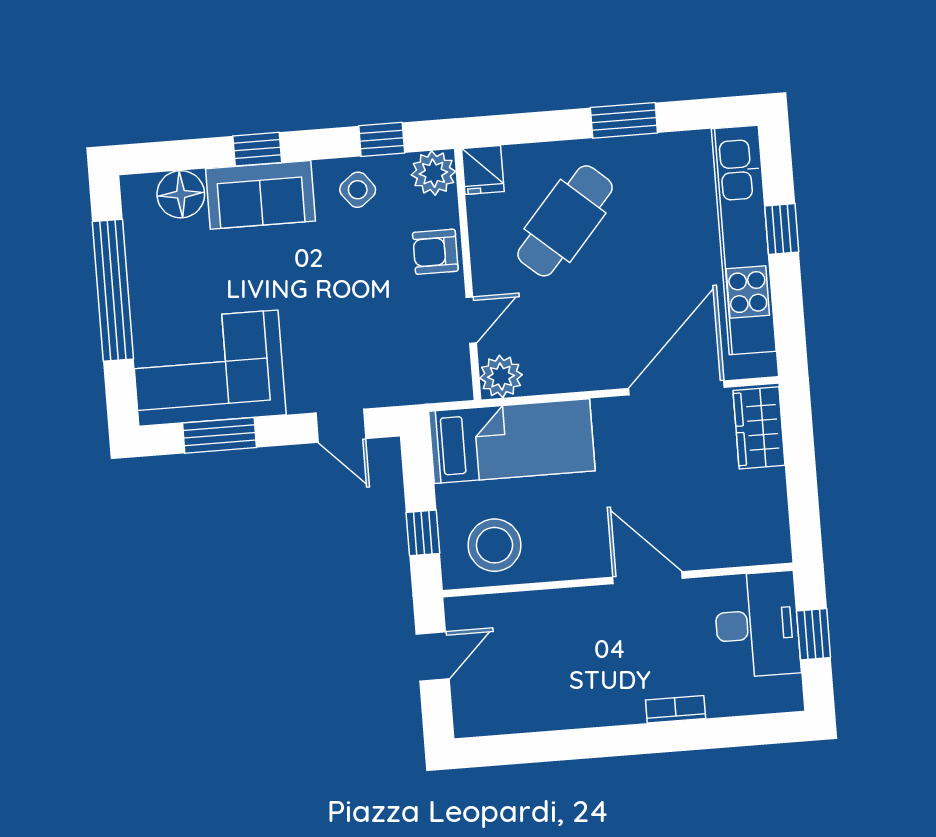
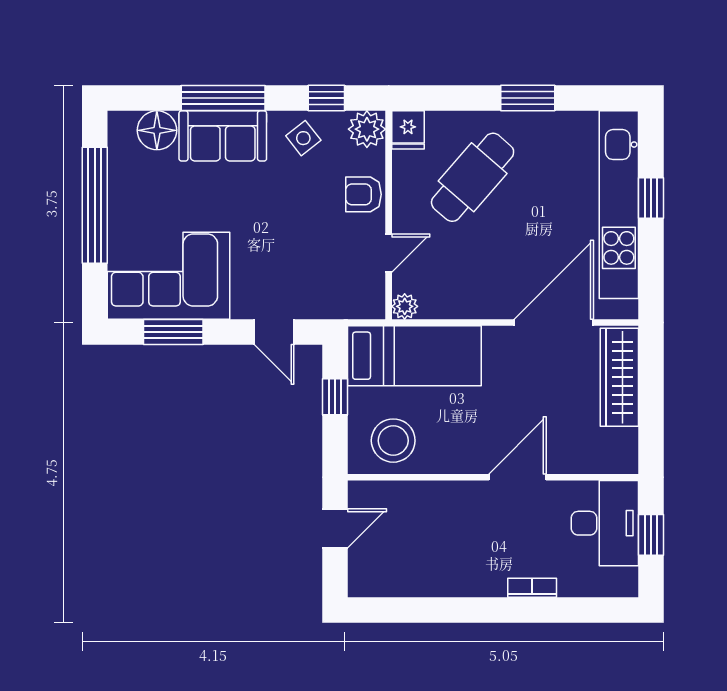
window: (257, 149) -> (223, 98), width x2.17
plant: (501, 376) -> (405, 306), width x0.73, depth x0.73
wardrobe: (759, 428) -> (619, 377), width x1.50
window: (423, 533) -> (335, 397), moved
door: (648, 578) -> (518, 477), hinge flipped

